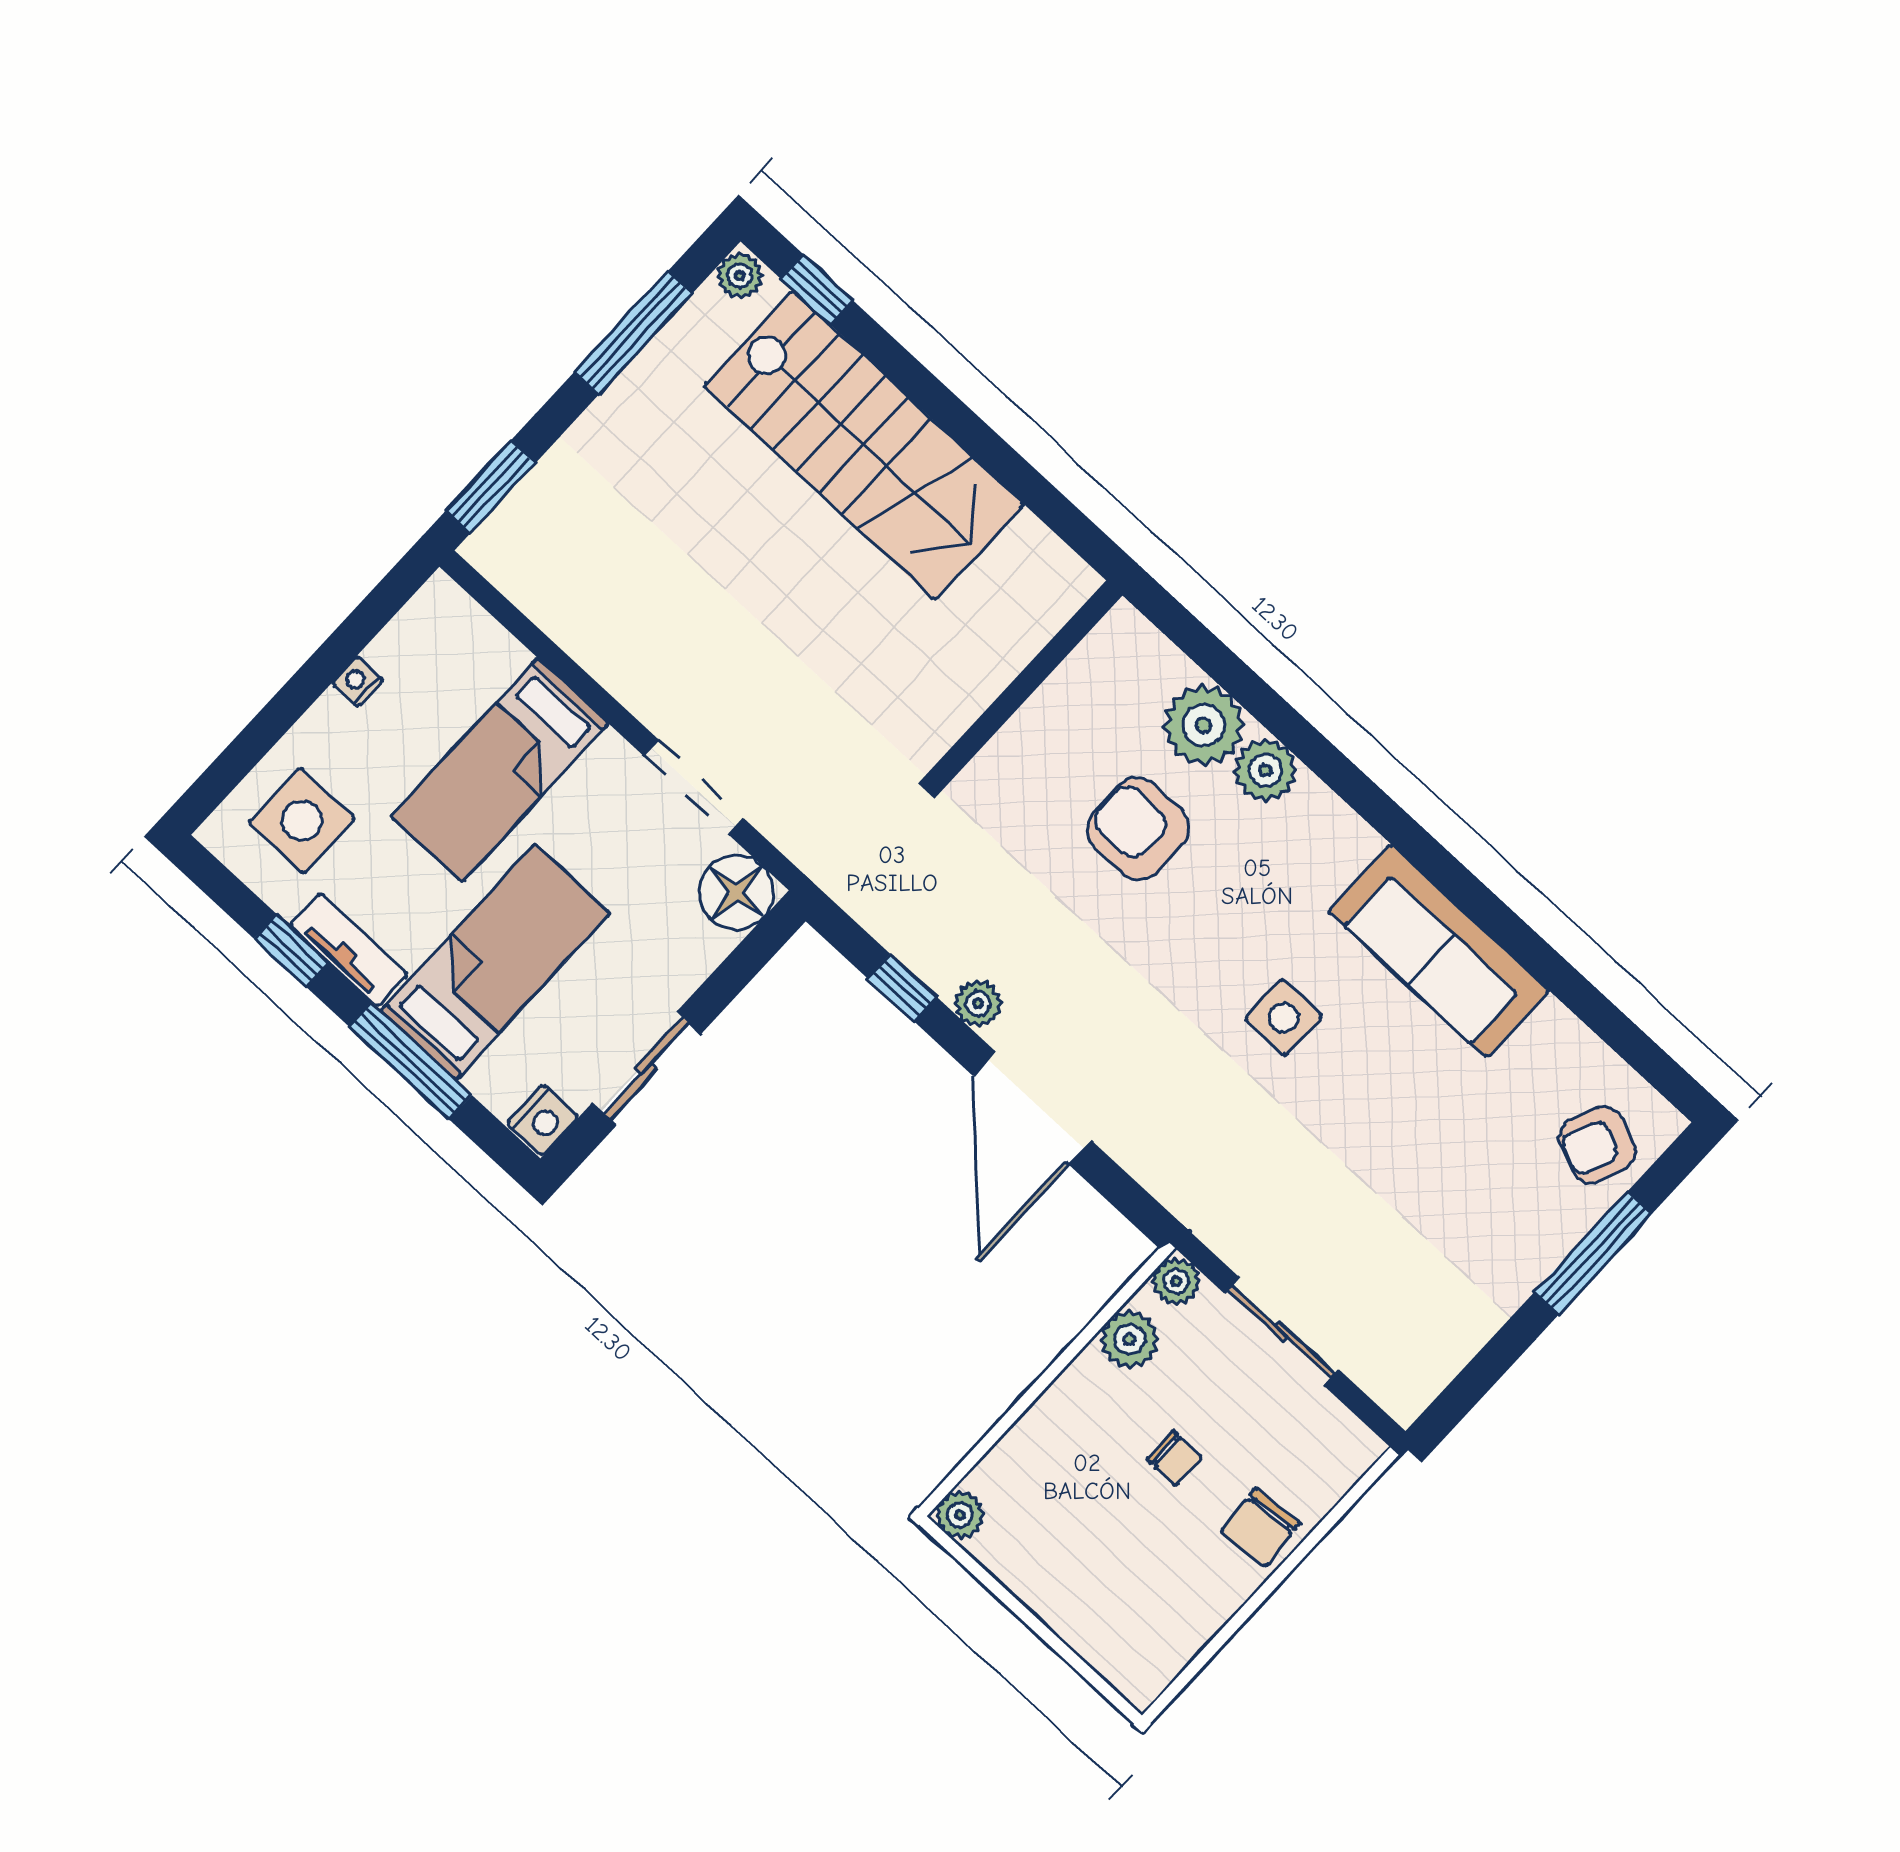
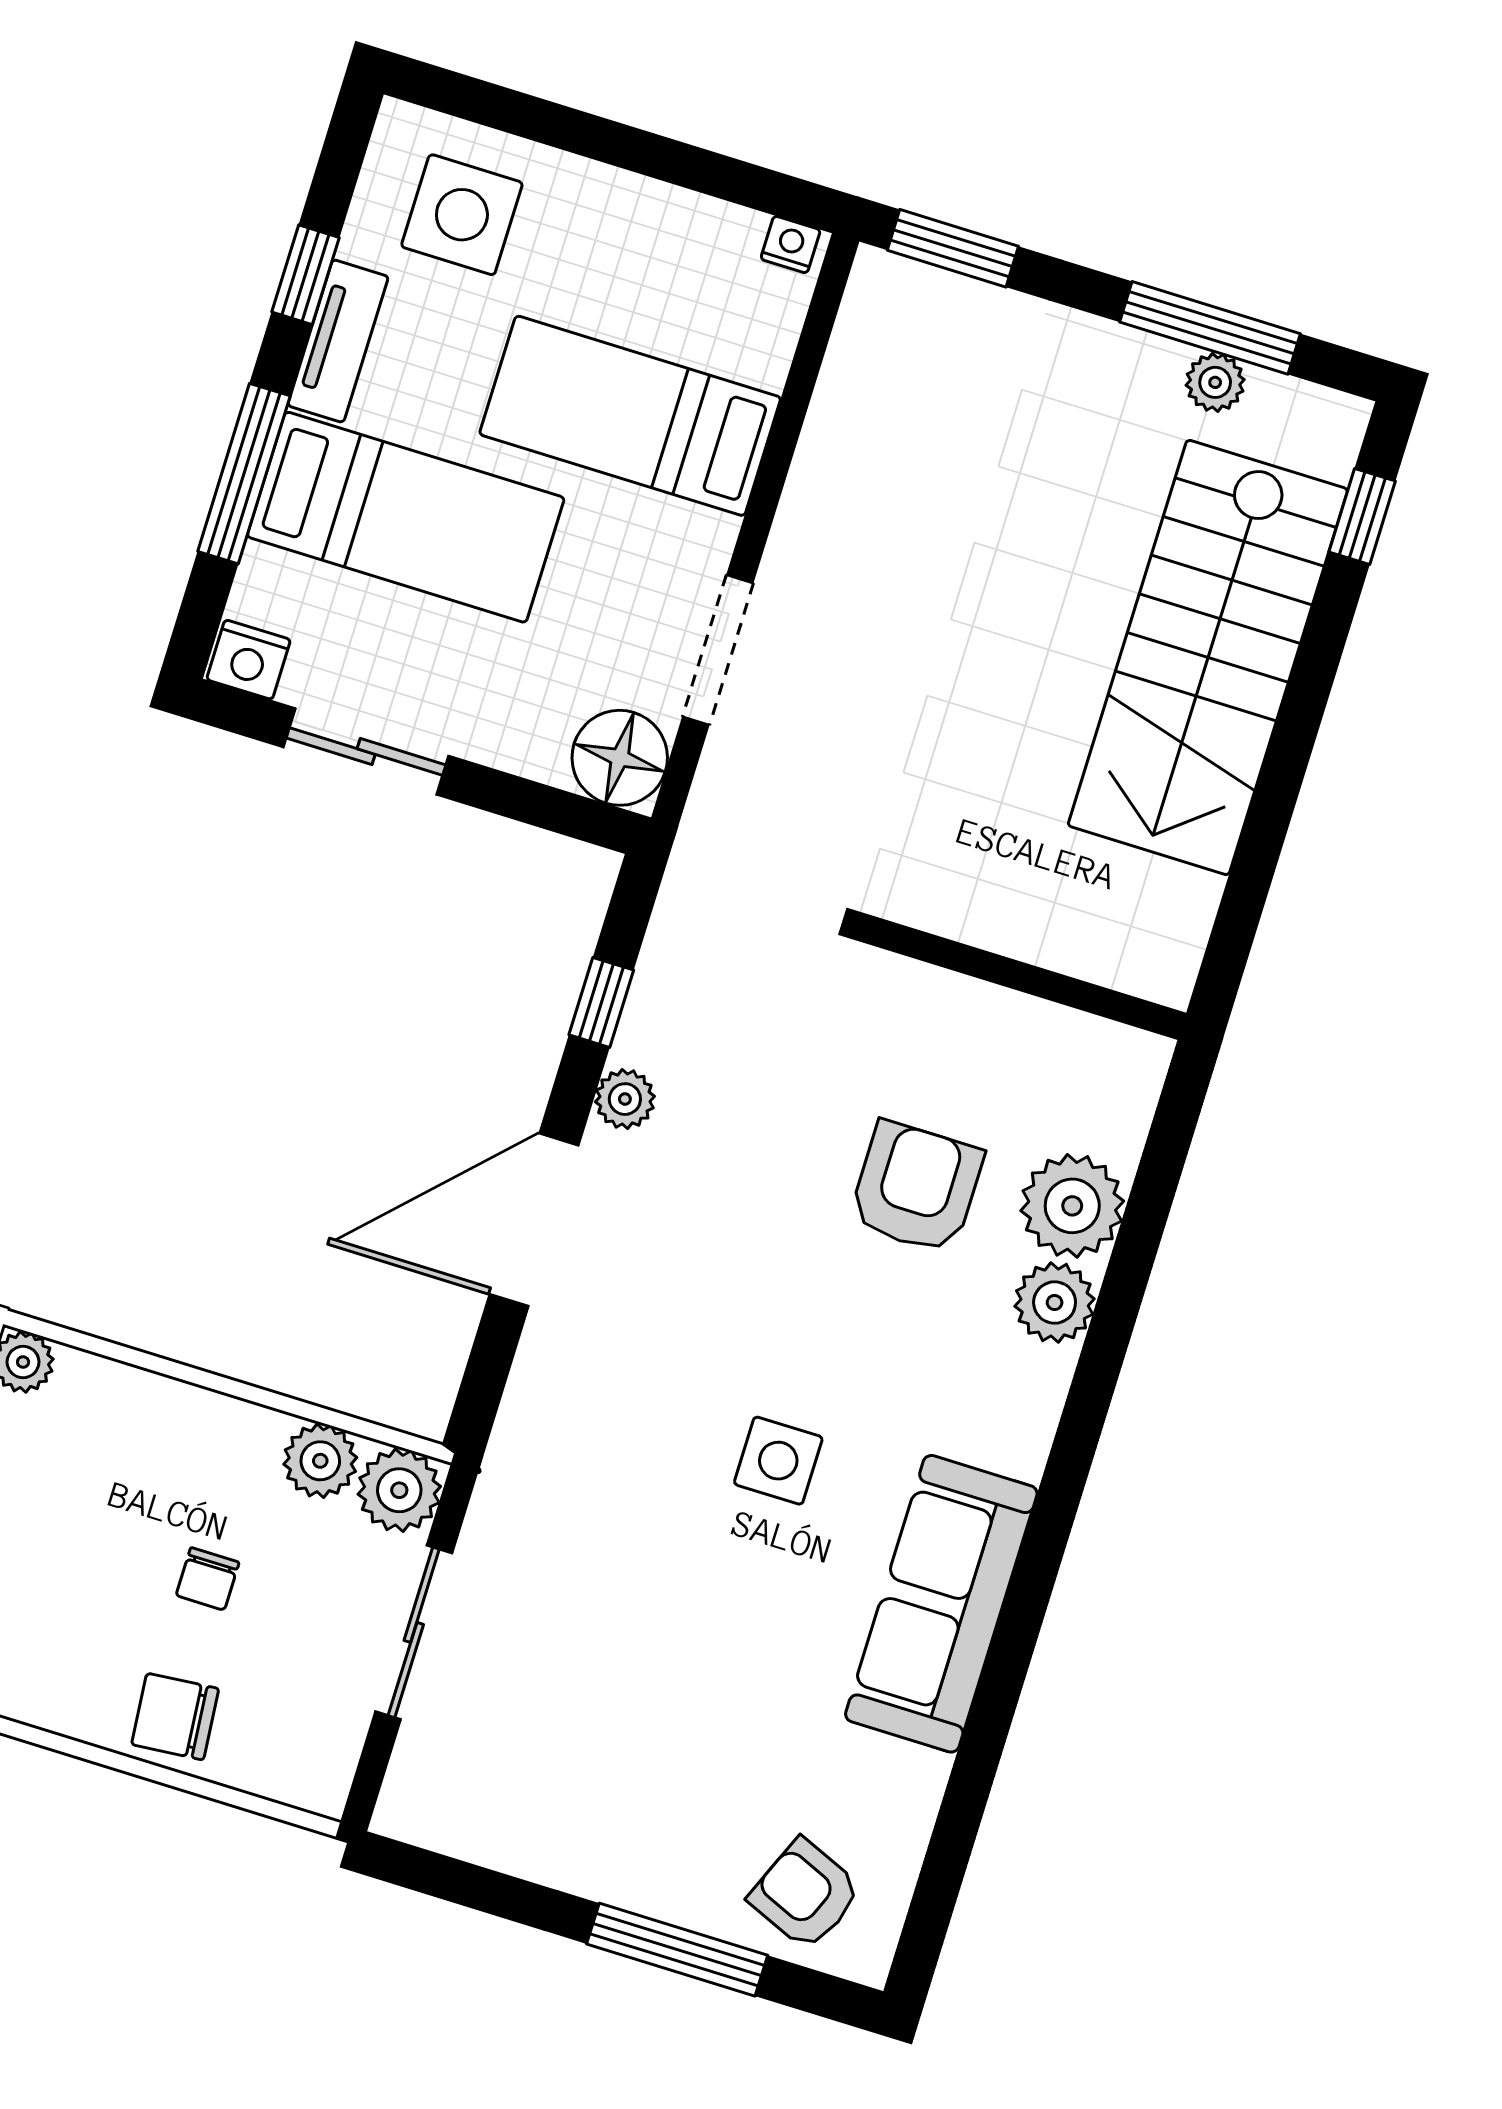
plant: (740, 276) -> (1215, 382), moved
nightstand: (358, 681) -> (791, 244), moved
plant: (1176, 1281) -> (399, 1490), width x1.38, depth x1.38

